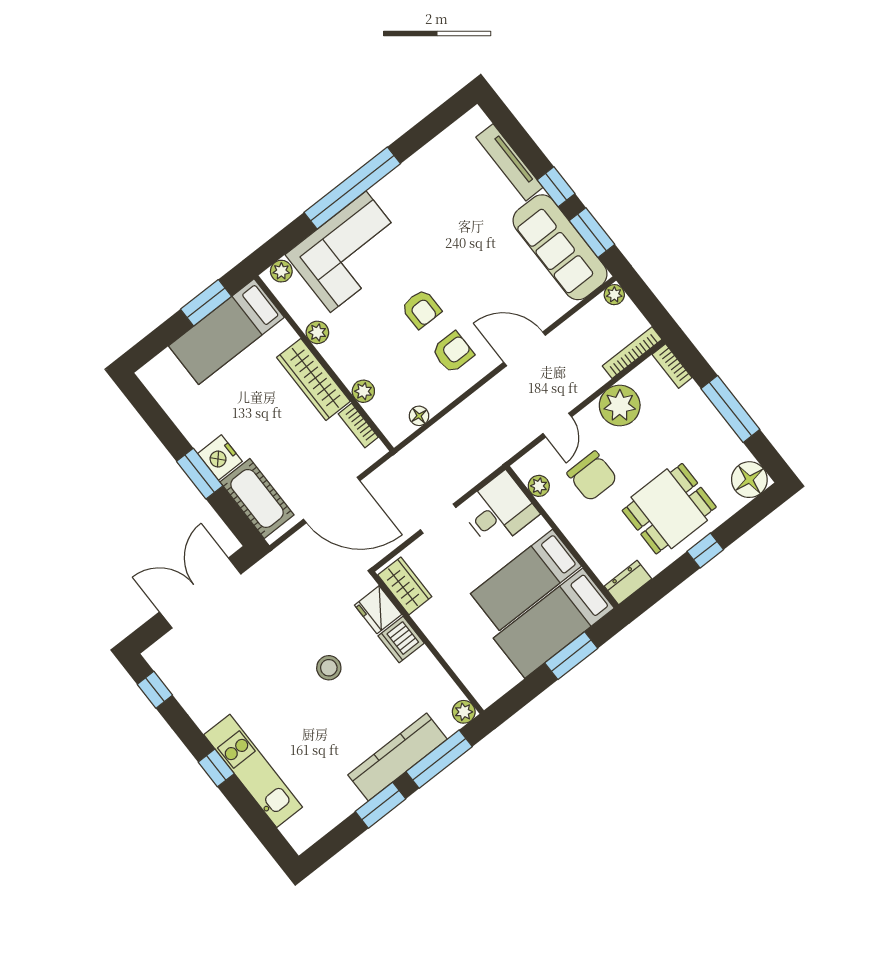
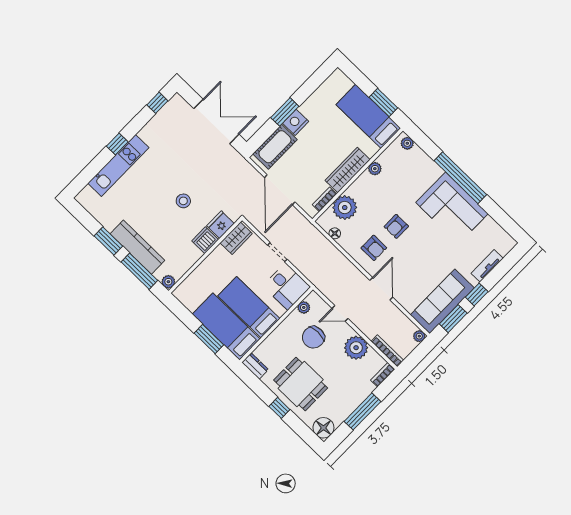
tv unit: (509, 162) -> (487, 266), width x0.71
corner sofa: (348, 252) -> (452, 208), moved
plant: (363, 391) -> (345, 208), width x1.88, depth x1.88

